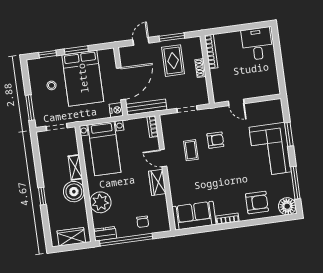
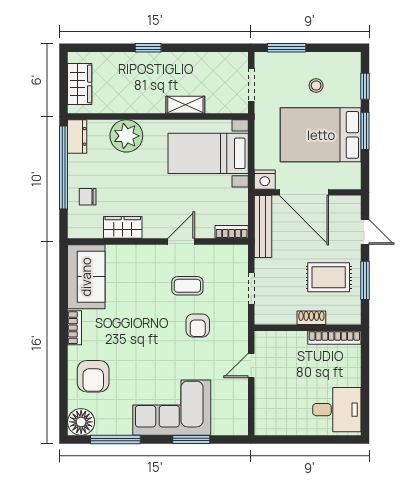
wardrobe: (157, 182) -> (123, 227), moved
boiler: (74, 192) -> (148, 97), removed

